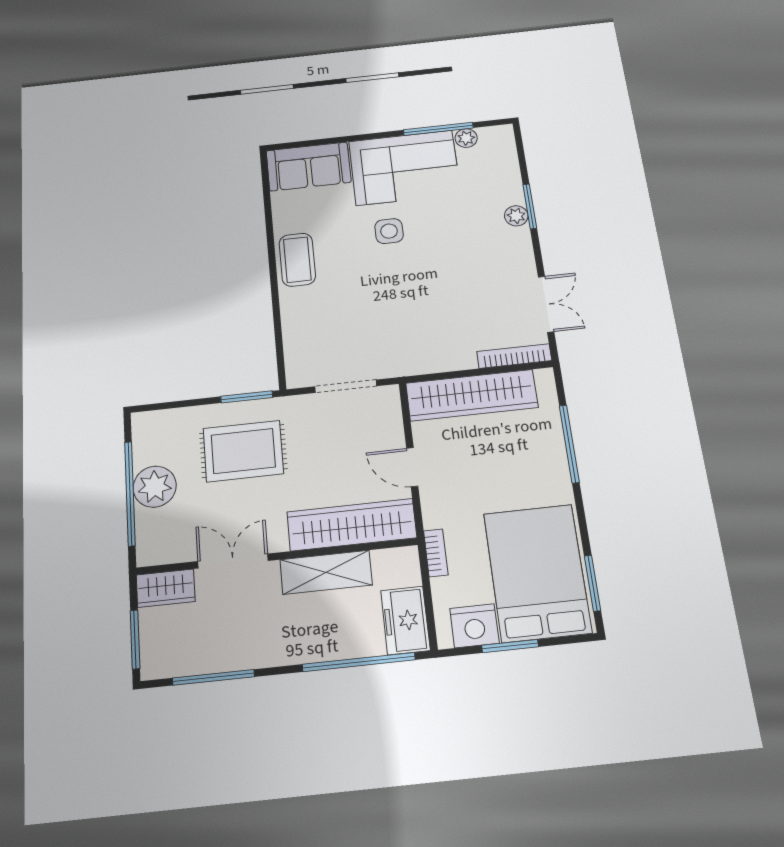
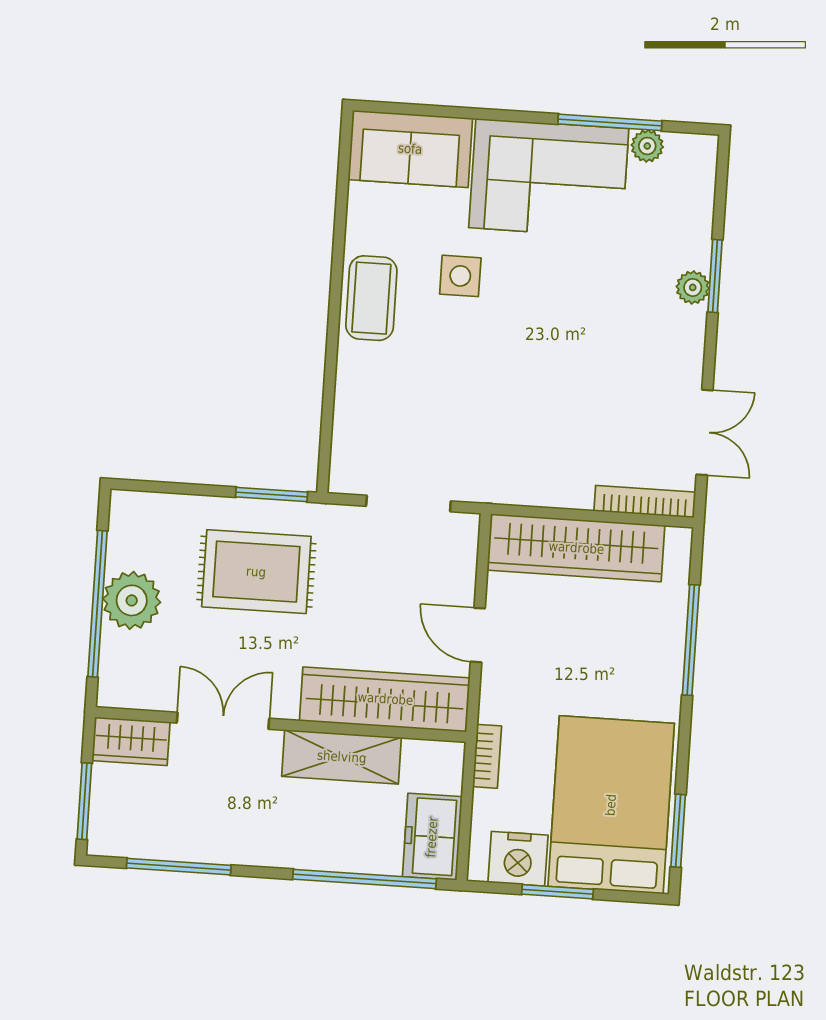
side table: (389, 231) -> (460, 276), moved

